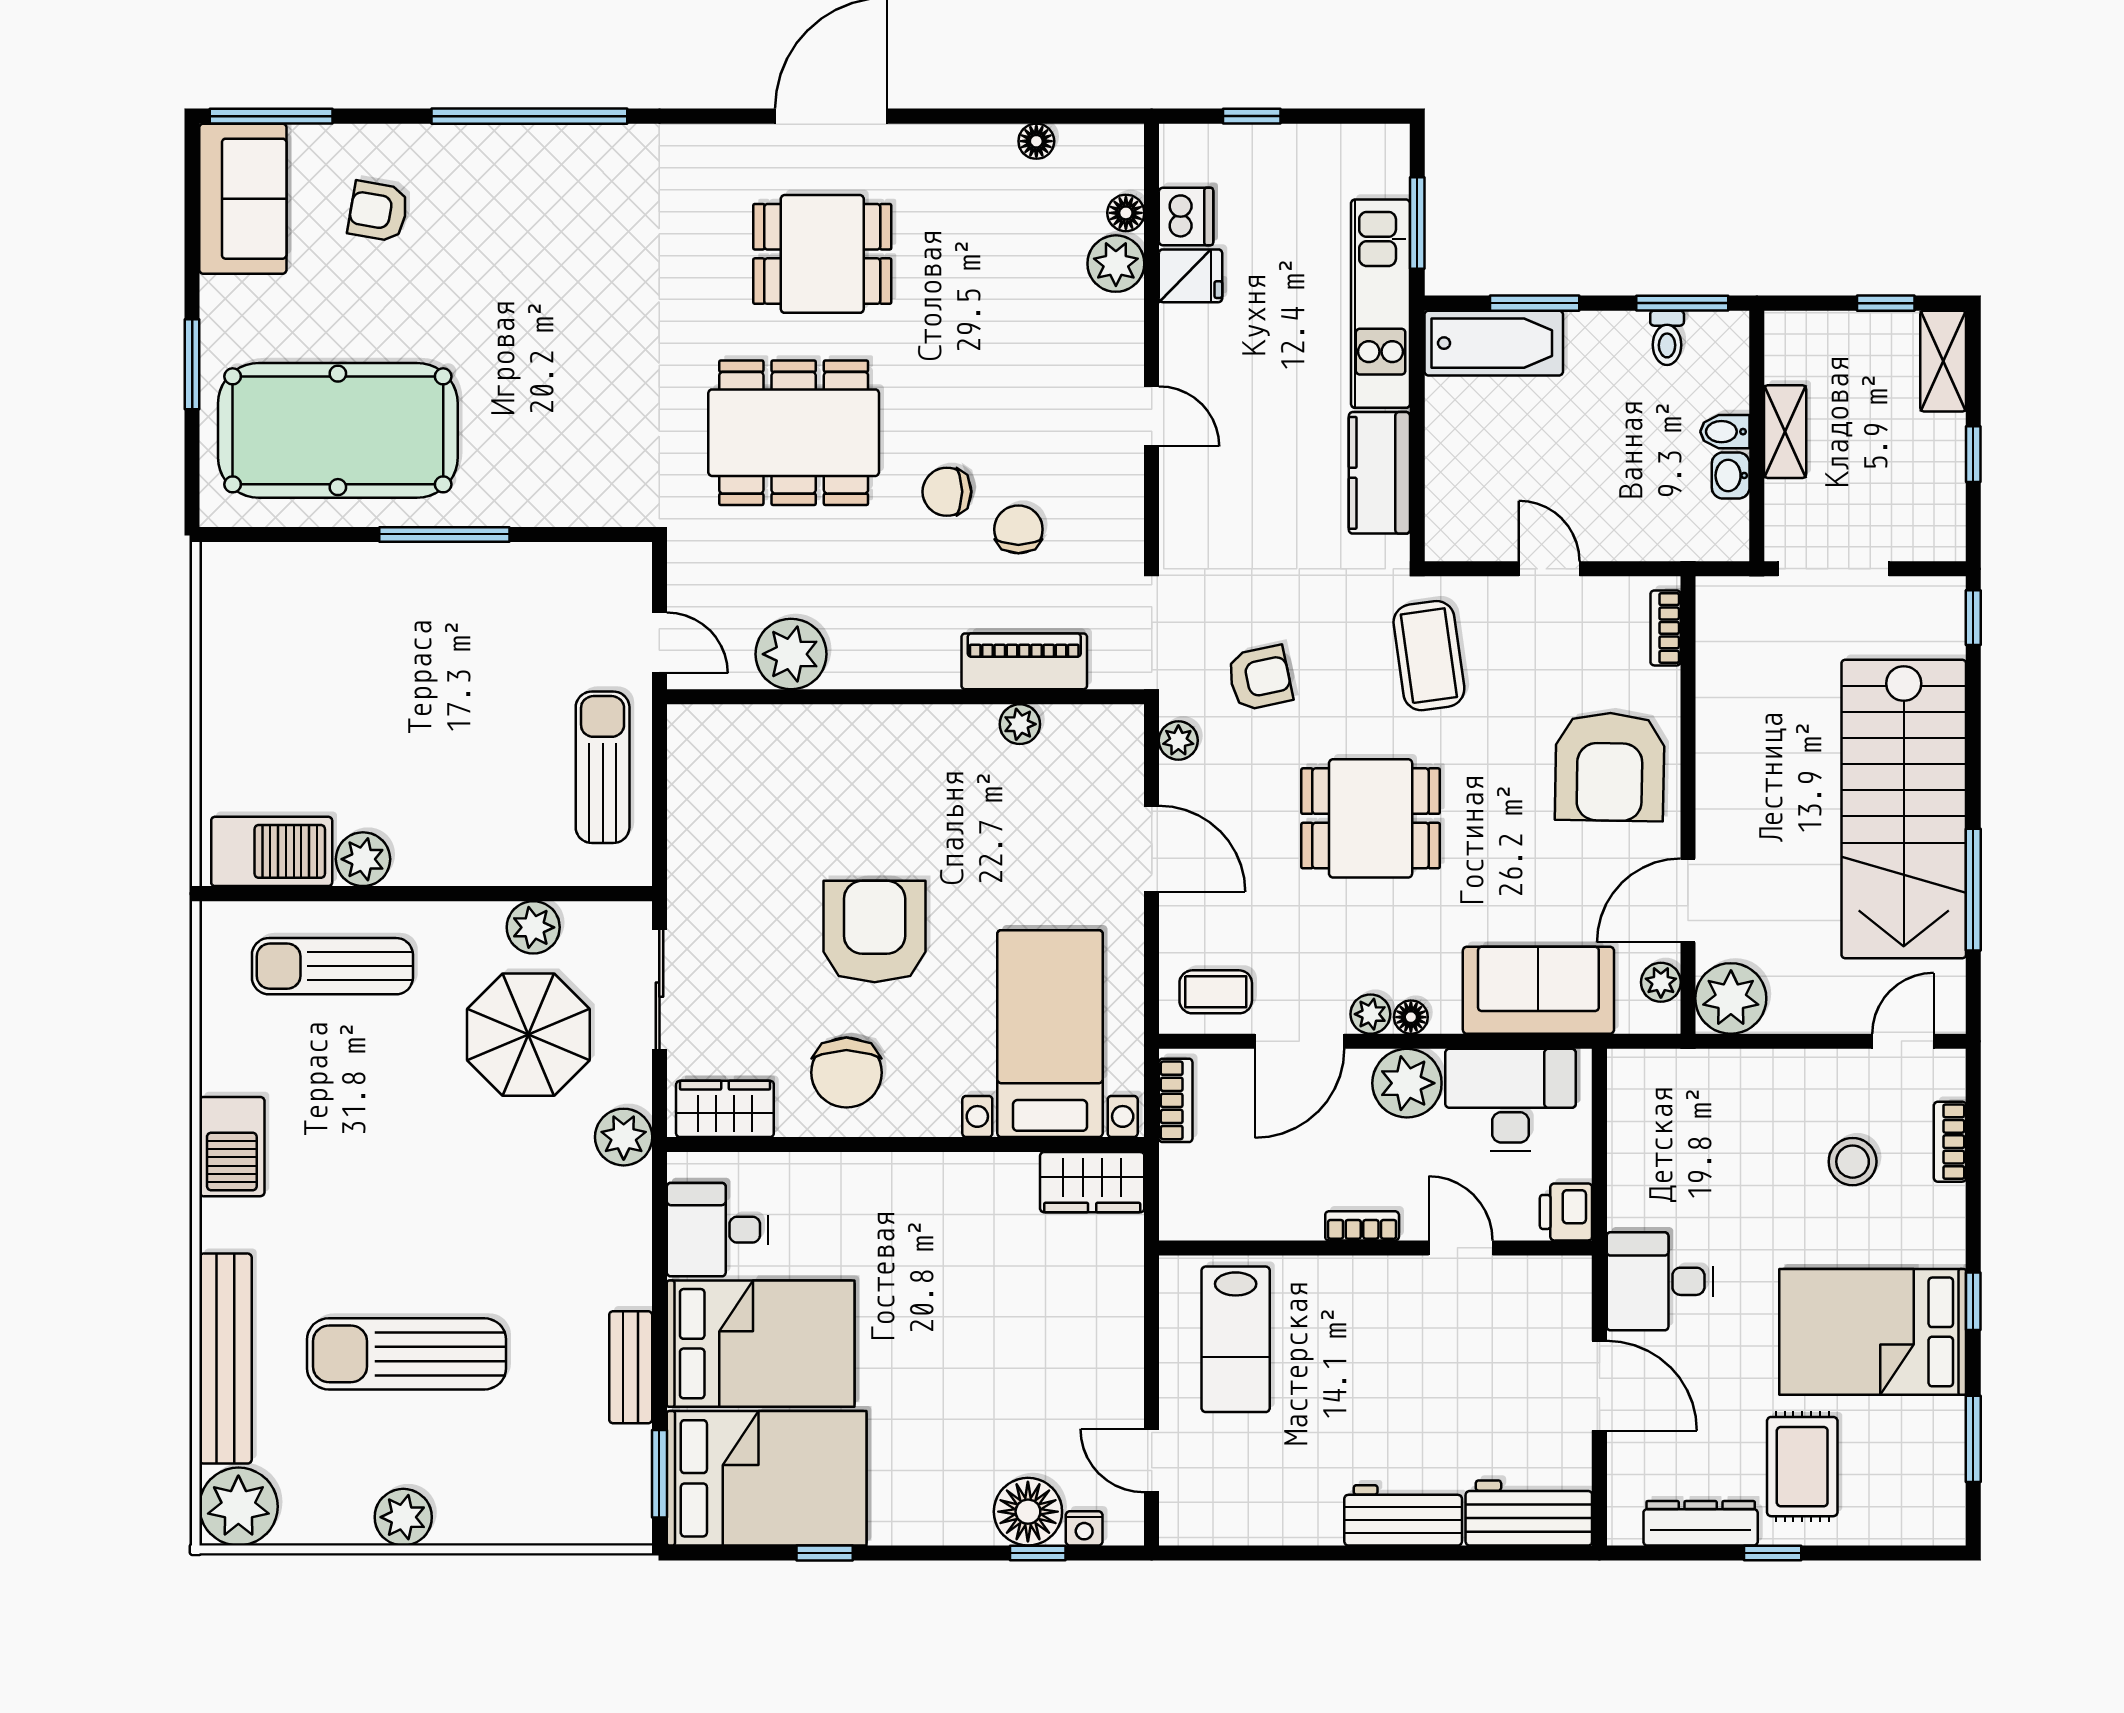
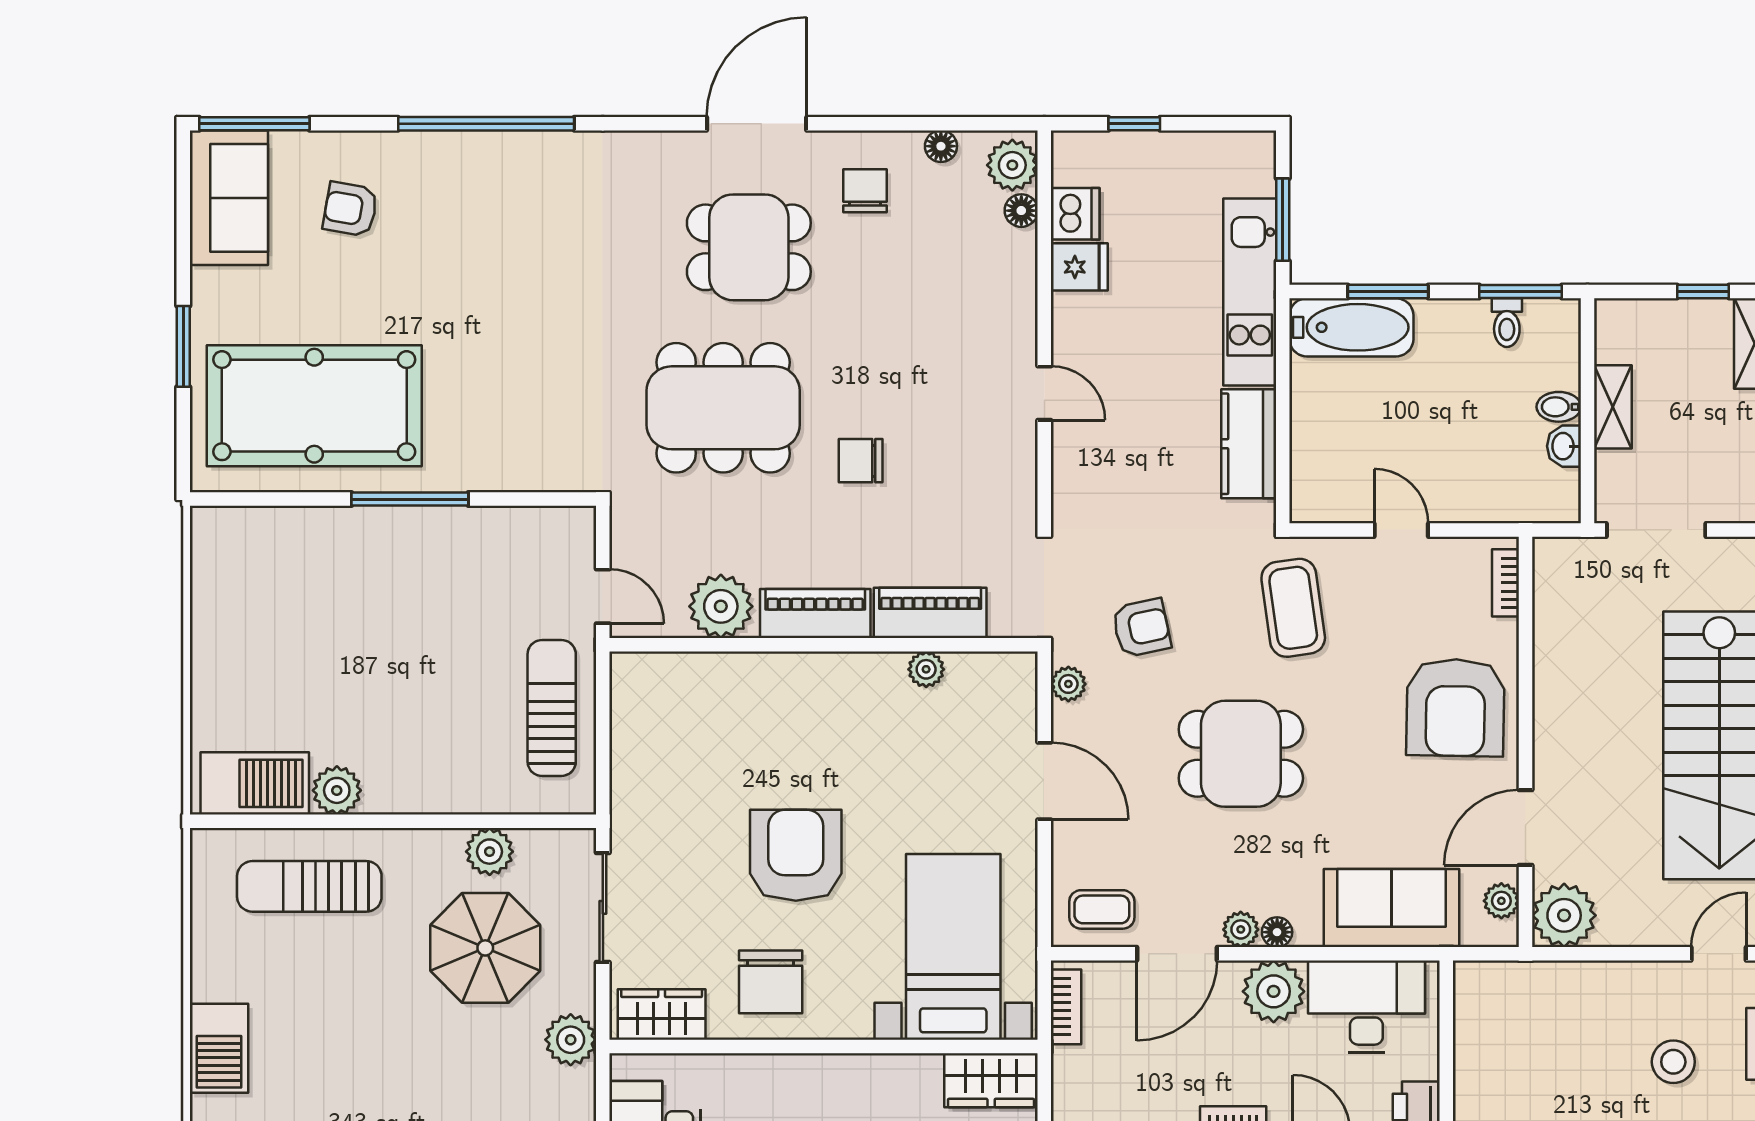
plant: (1116, 264) -> (1012, 165), moved
chair: (1018, 529) -> (865, 191), moved
piano: (896, 662) -> (815, 613), added

